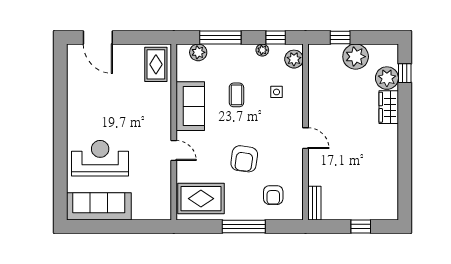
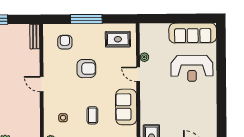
armchair: (244, 159) -> (86, 69), turned 82
plant: (165, 174) -> (144, 57), added
rug: (201, 199) -> (118, 39), width x0.73, depth x0.70

